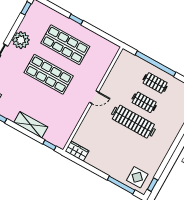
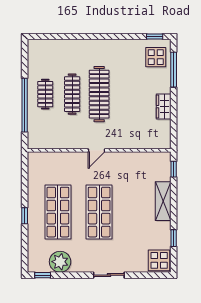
plant: (21, 40) -> (60, 262), moved
door: (94, 97) -> (97, 150), swing flipped
clothes rail: (144, 102) -> (72, 94), width x1.36
wardrobe: (77, 151) -> (164, 107), moved

